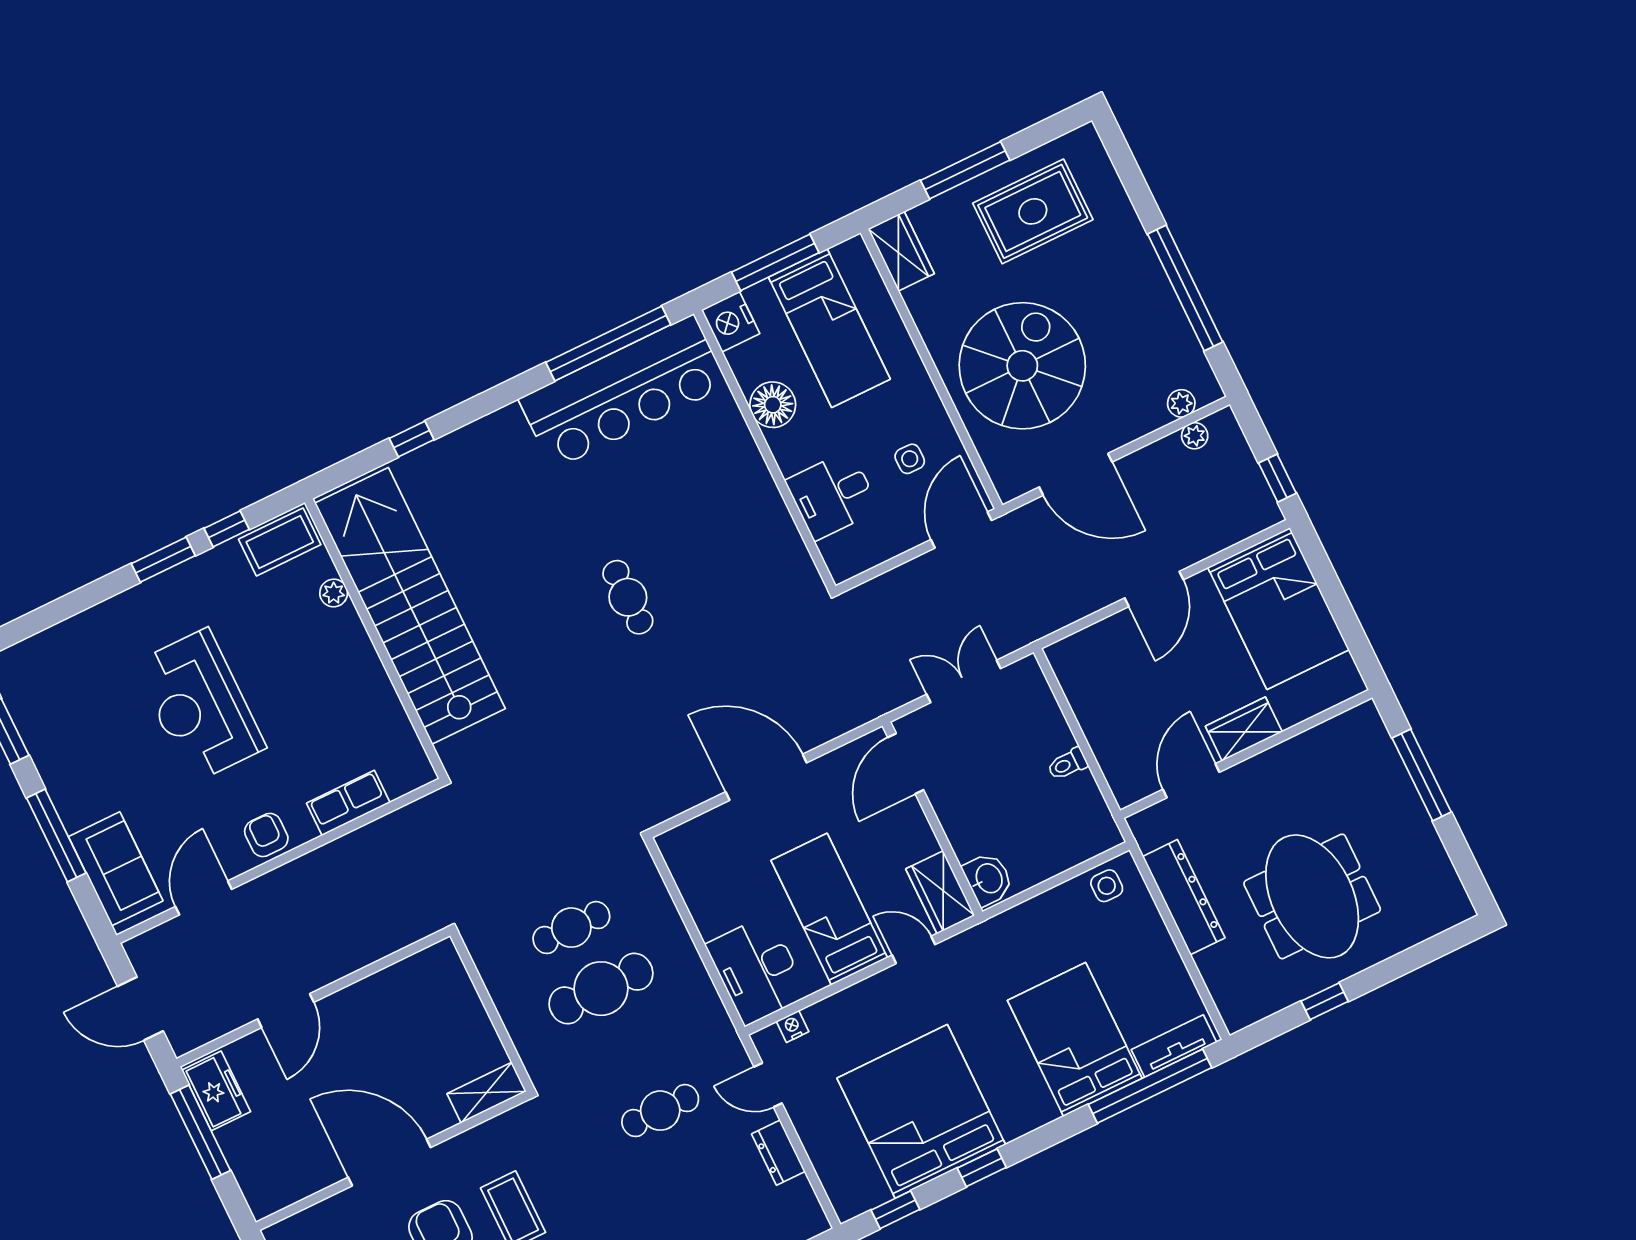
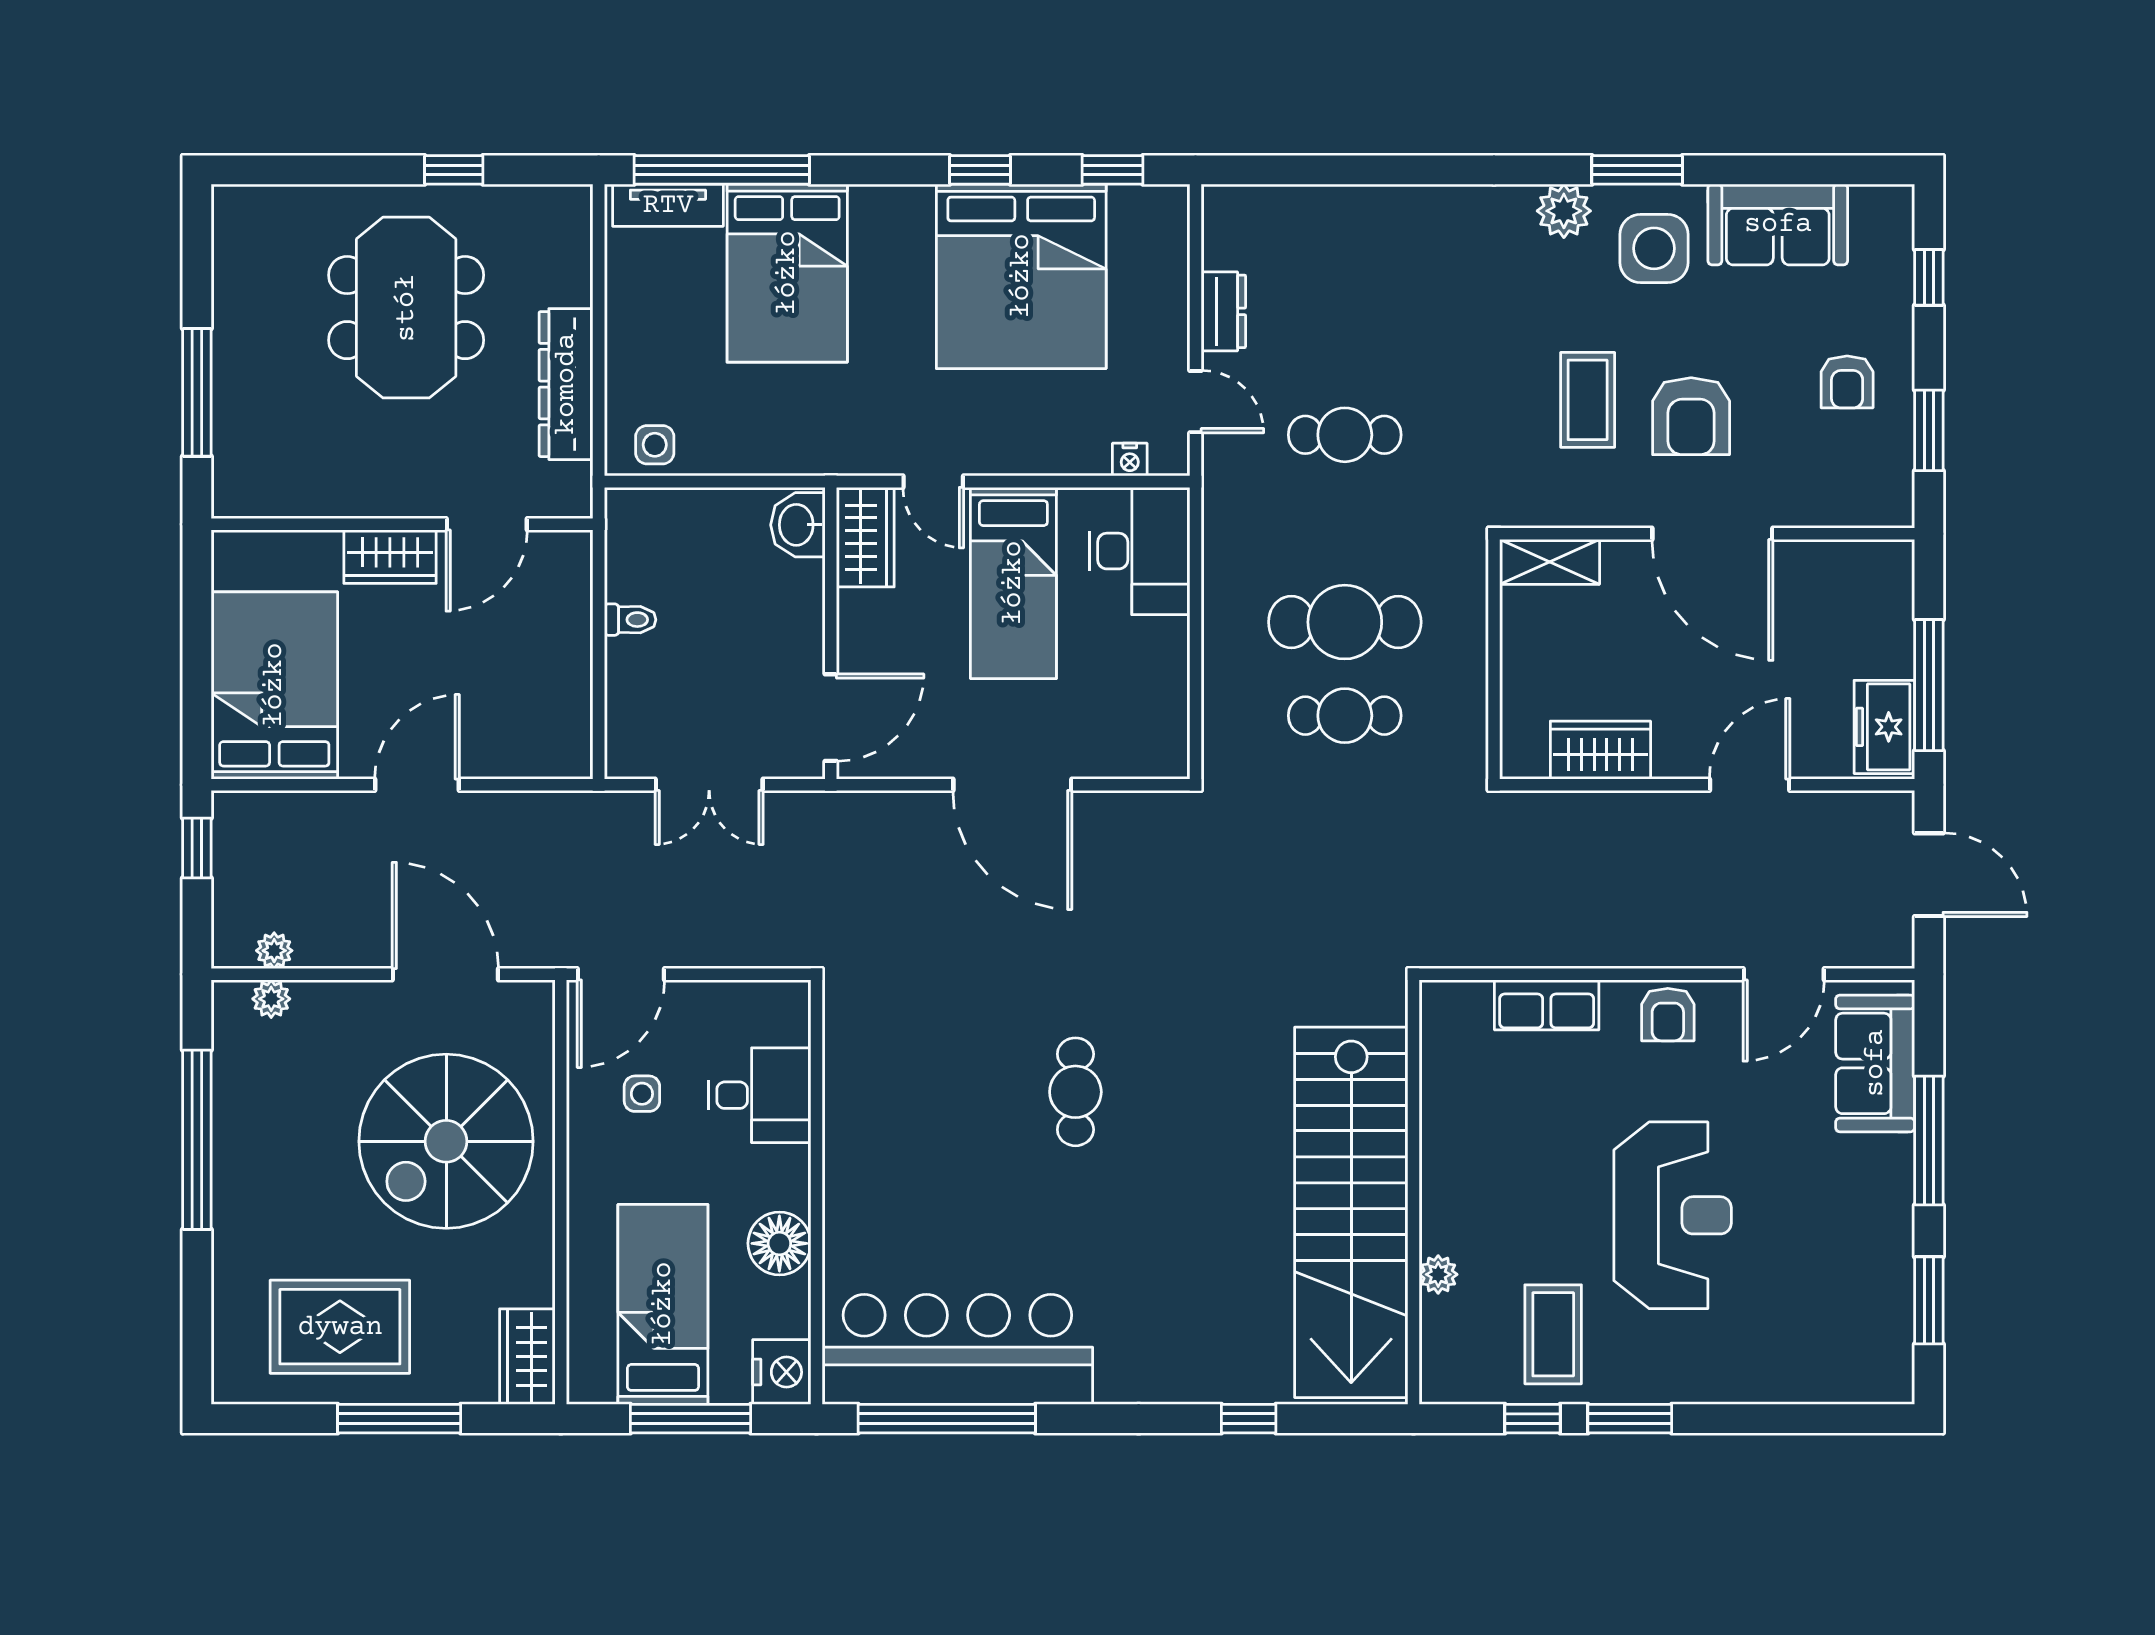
coffee table: (280, 542) -> (1553, 1334), moved, turned 90
wardrobe: (394, 986) -> (1600, 750), added

